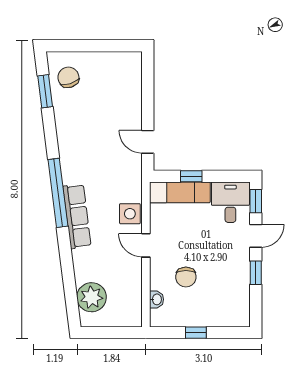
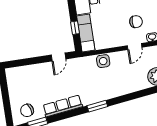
window: (58, 193) -> (97, 106), width x0.47
row of seats: (77, 216) -> (63, 106), moved
door: (146, 245) -> (135, 46), moved

